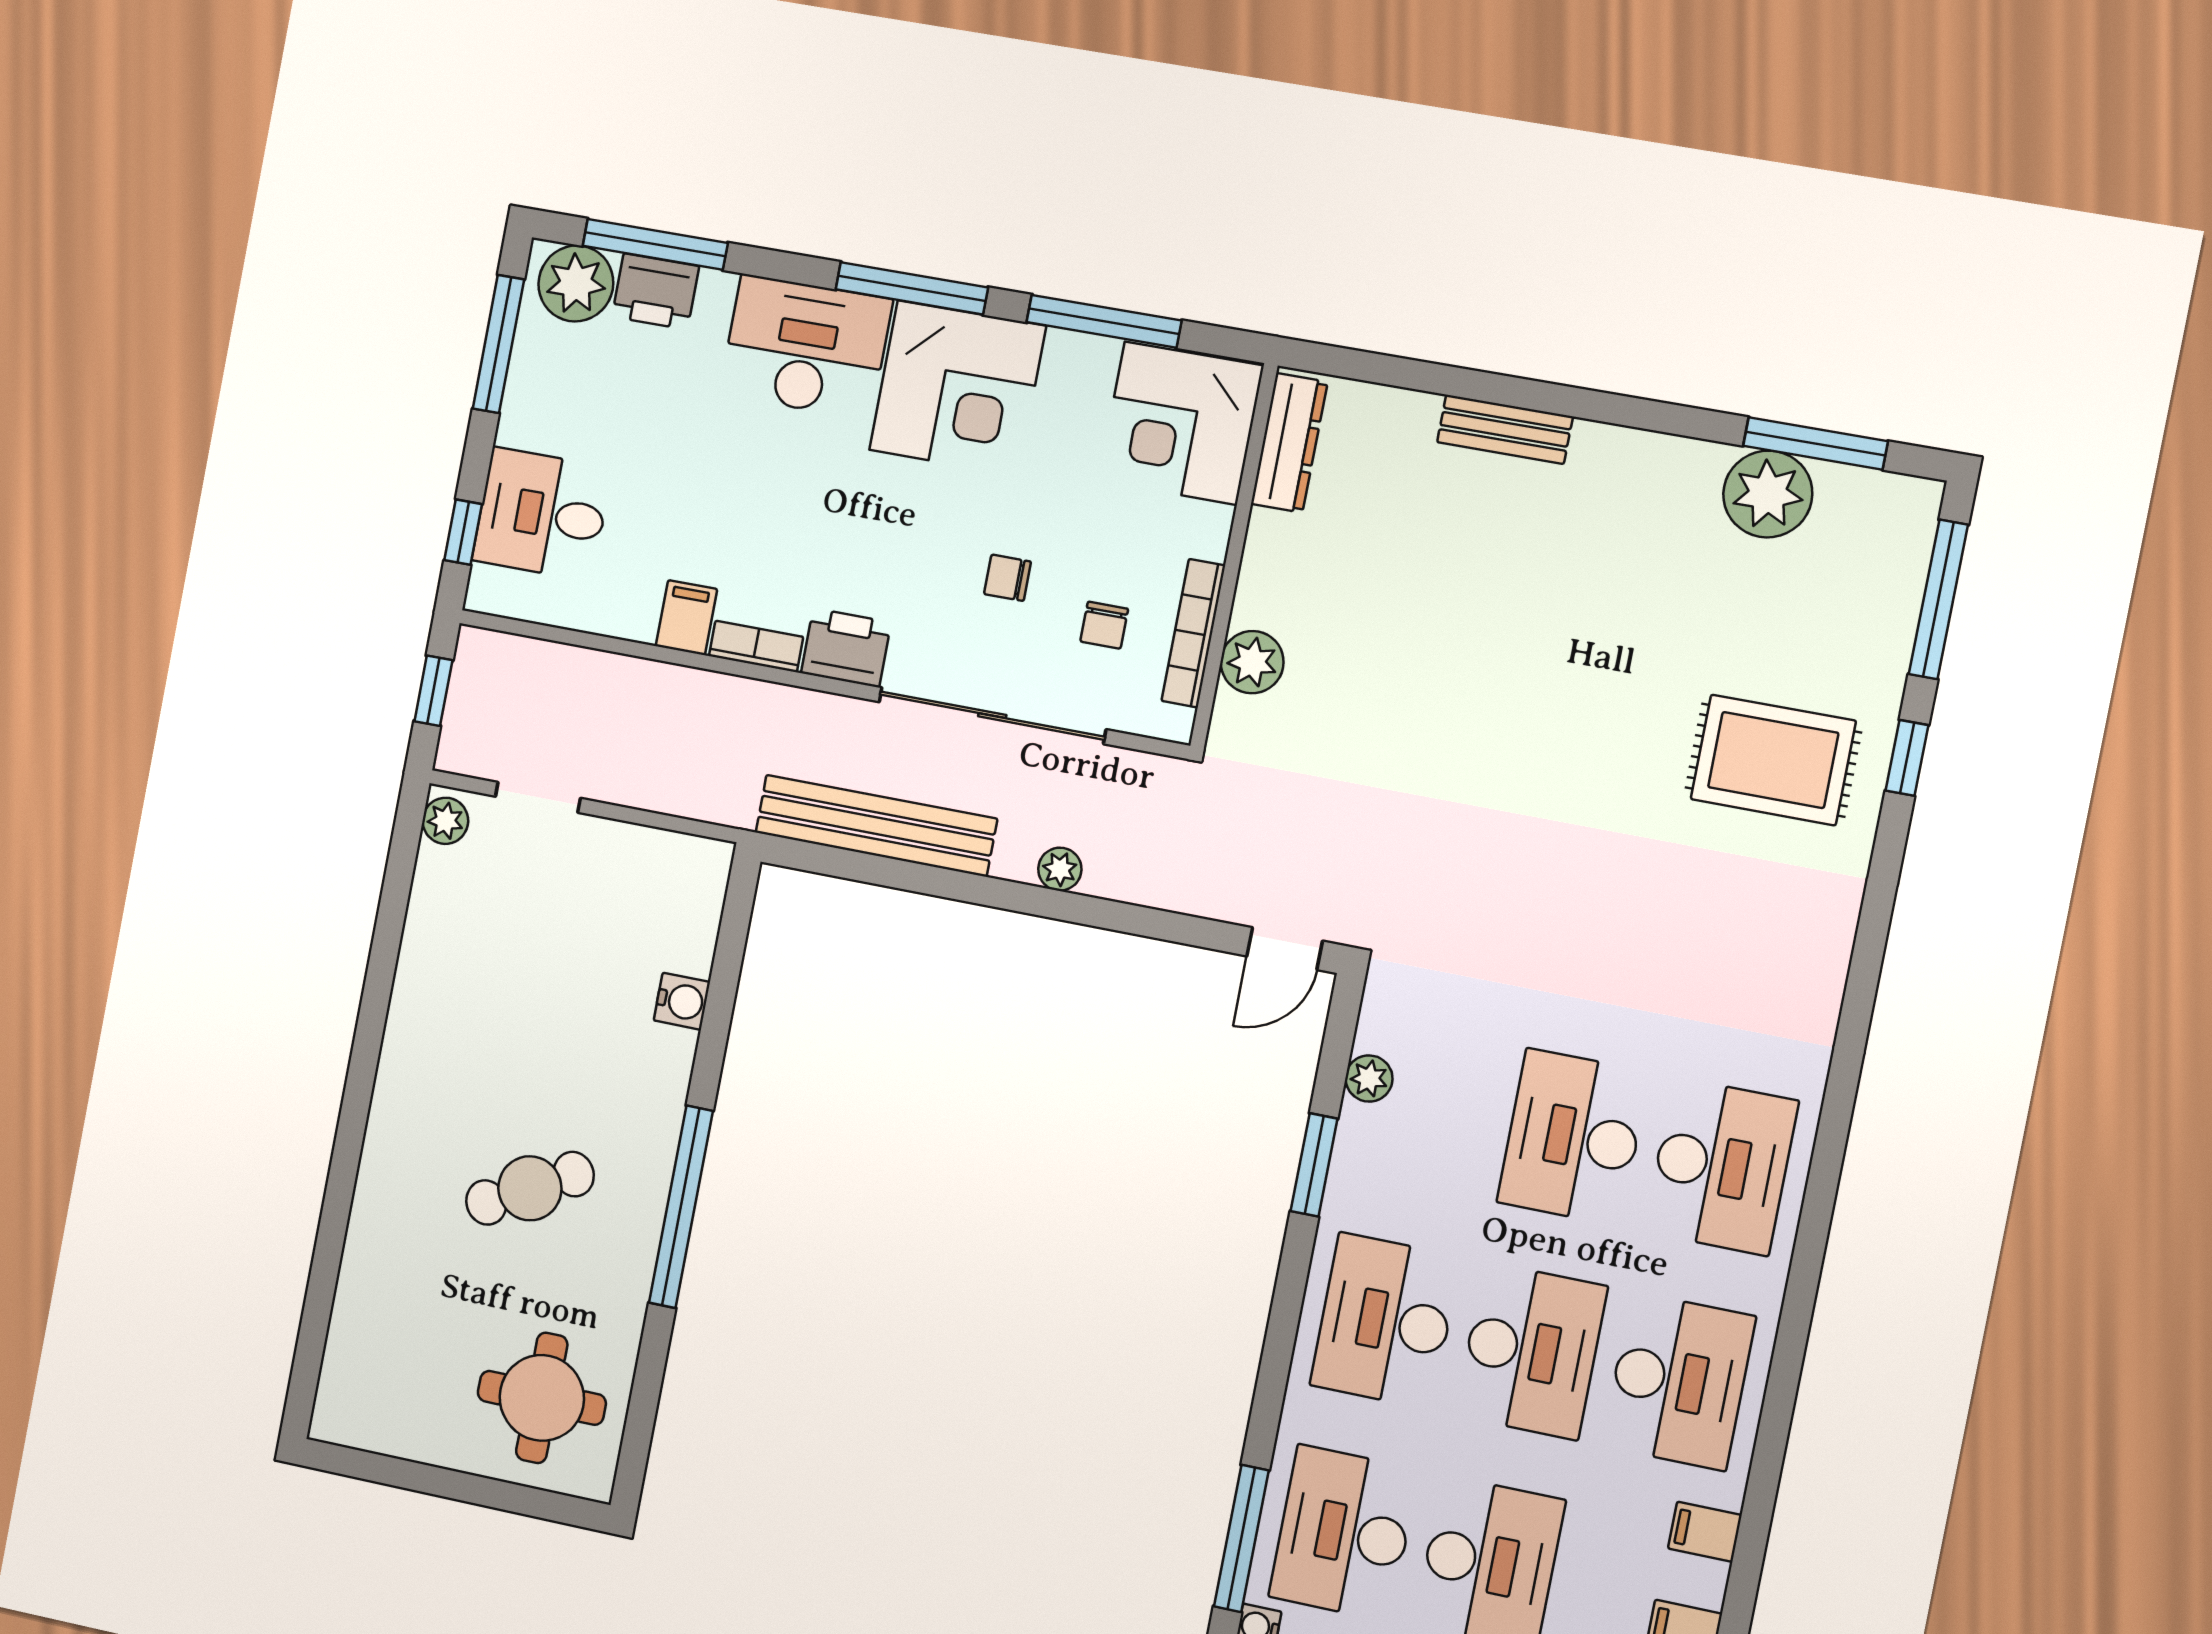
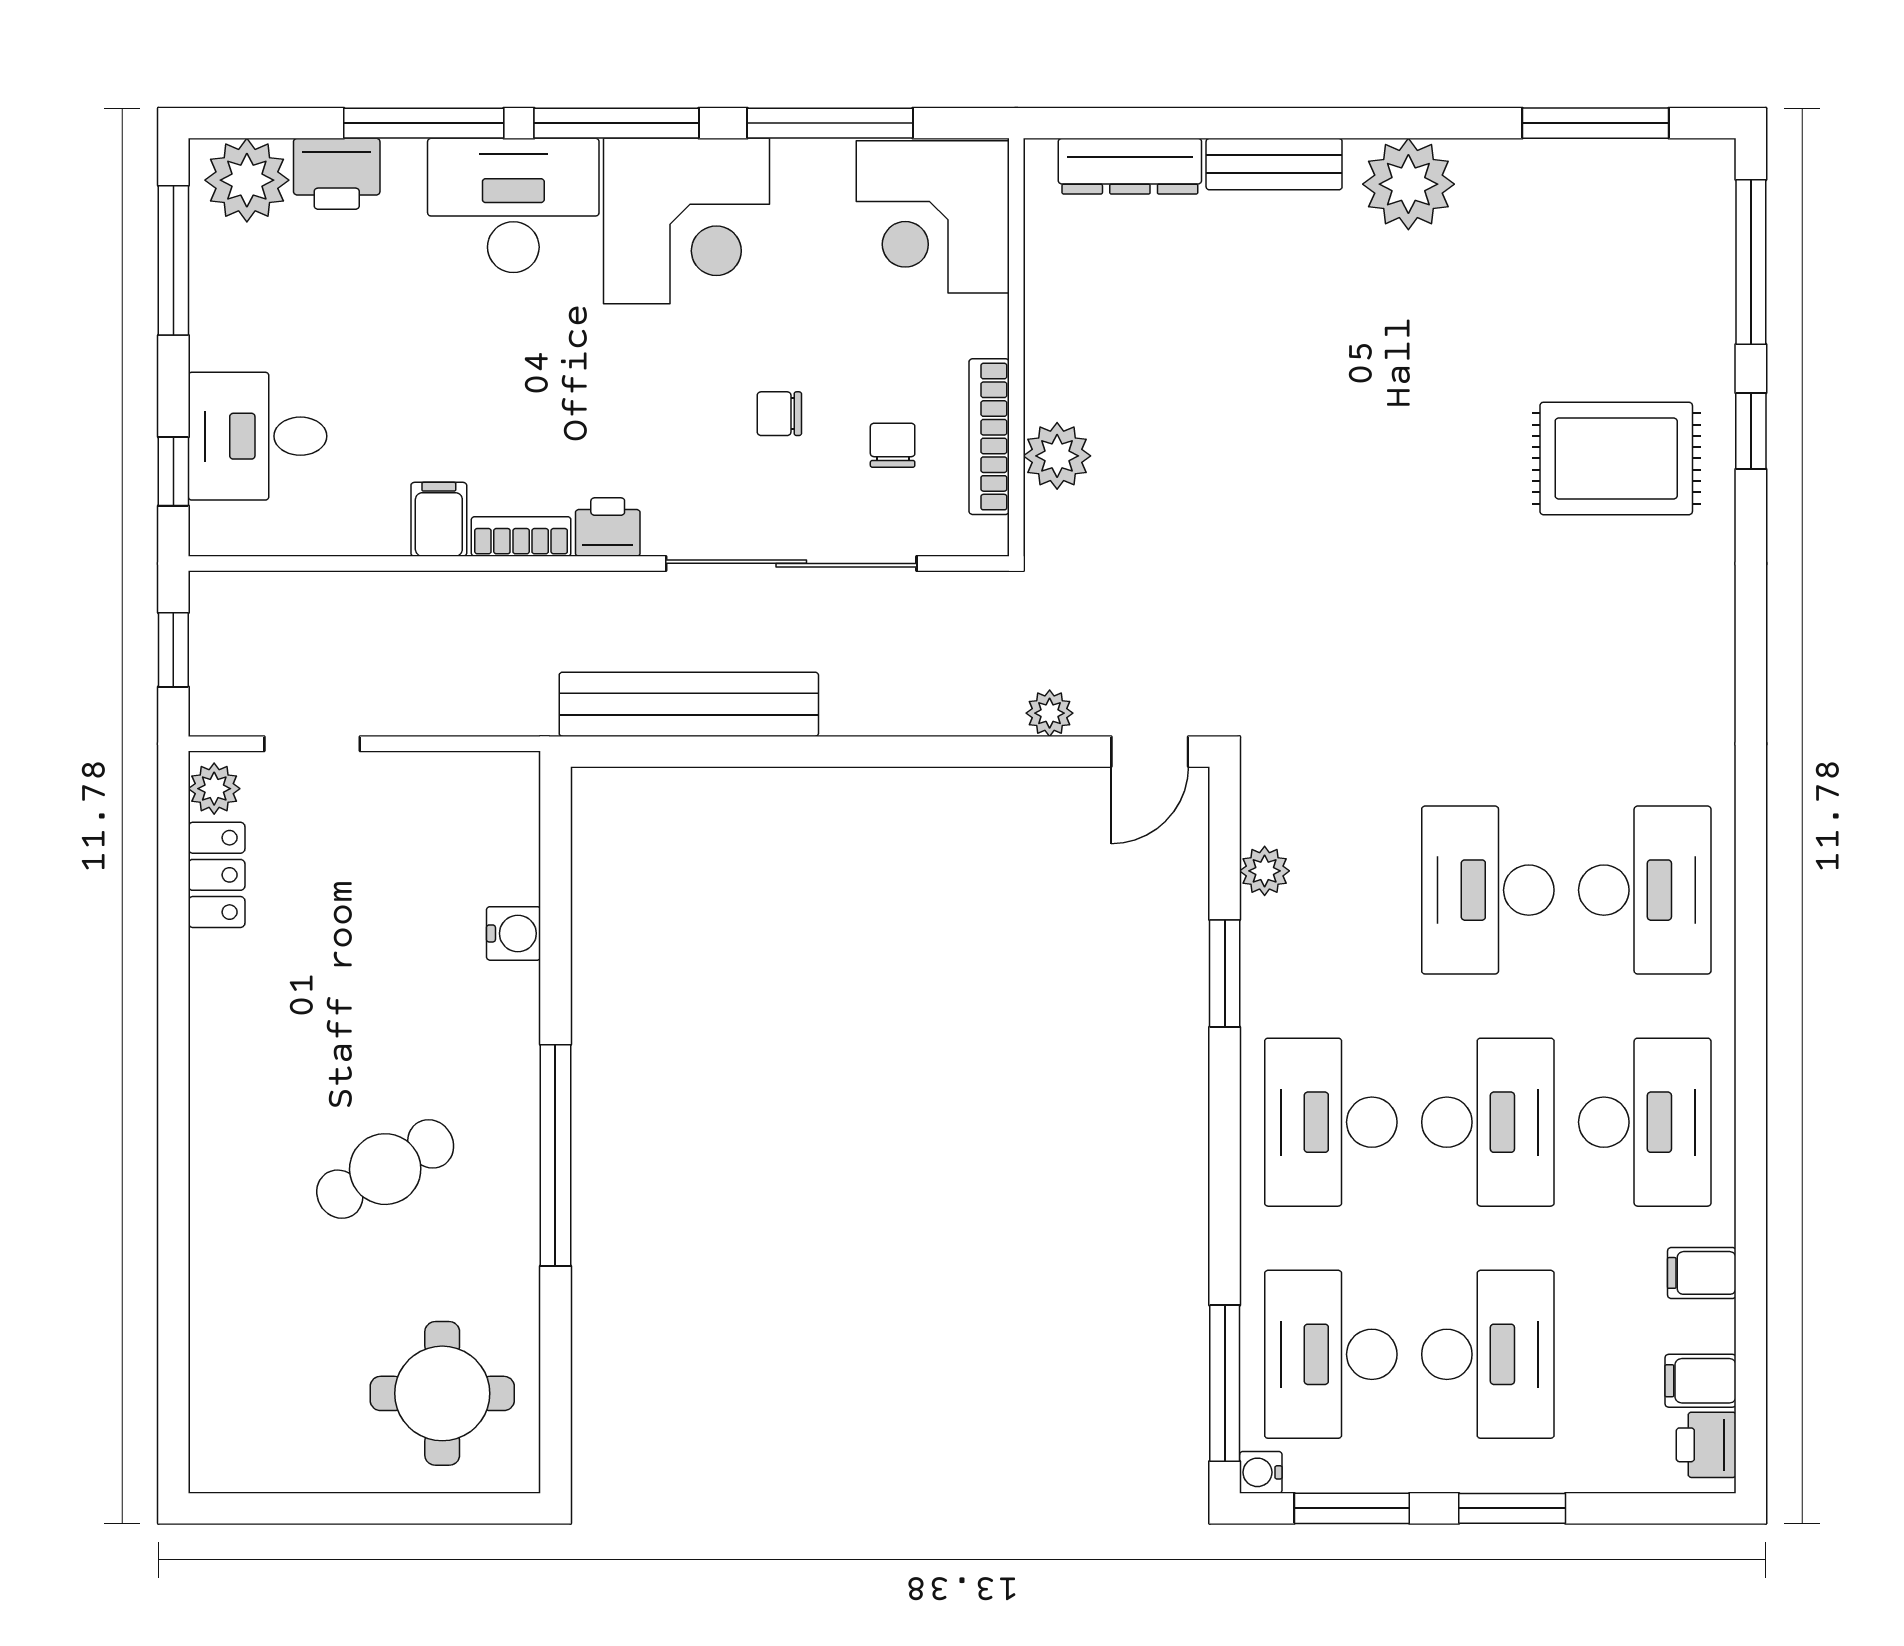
window: (655, 244) -> (424, 123), moved
dresser: (1289, 443) -> (1130, 166), moved, turned 90
plant: (1768, 494) -> (1408, 184), moved
chair: (1104, 625) -> (893, 445), turned 180
printer: (846, 648) -> (608, 527), width x0.73, depth x0.81
plant: (1060, 869) -> (1050, 713), moved
locker: (433, 898) -> (217, 875), added

